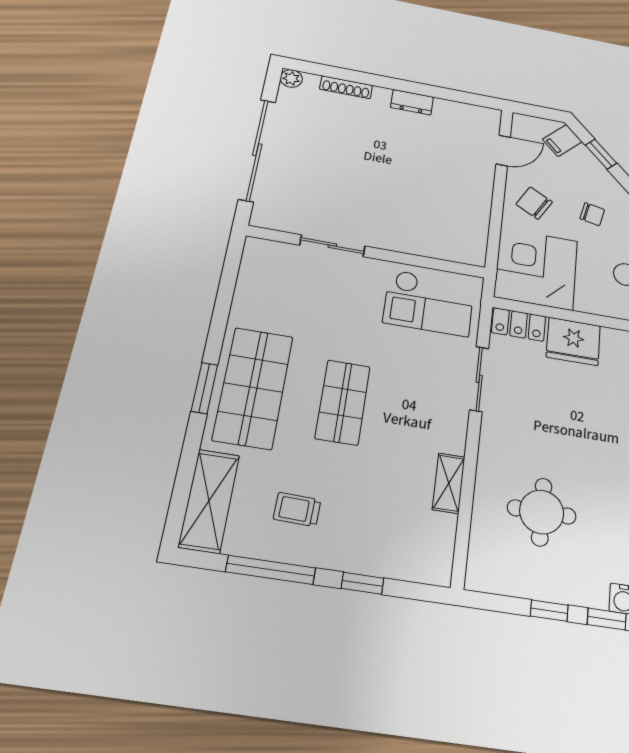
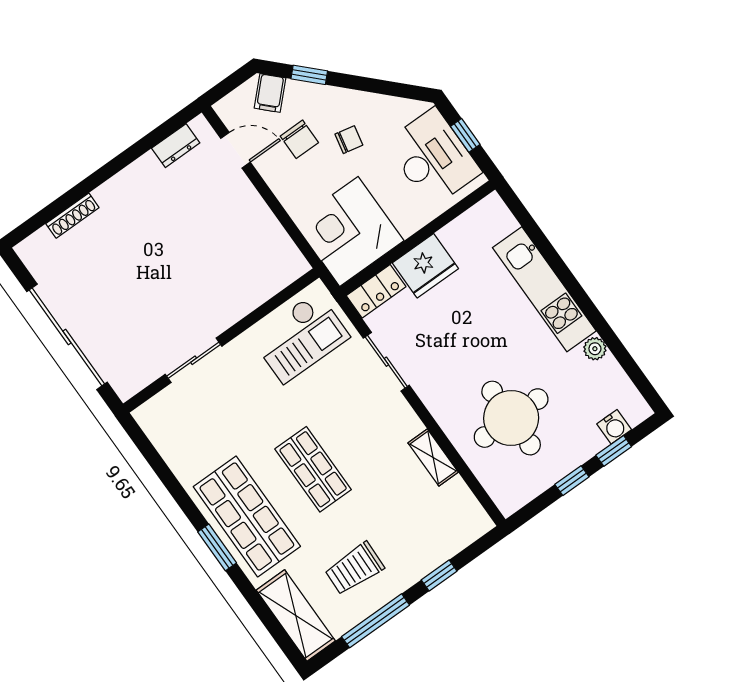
plant: (291, 78) -> (27, 250), removed
dresser: (412, 102) -> (176, 146), moved
door: (503, 151) -> (236, 150), hinge flipped
chair: (534, 203) -> (299, 139), moved, turned -119
trolley: (297, 509) -> (354, 569), width x1.36, depth x1.39
round table: (542, 512) -> (511, 418), width x1.36, depth x1.36

